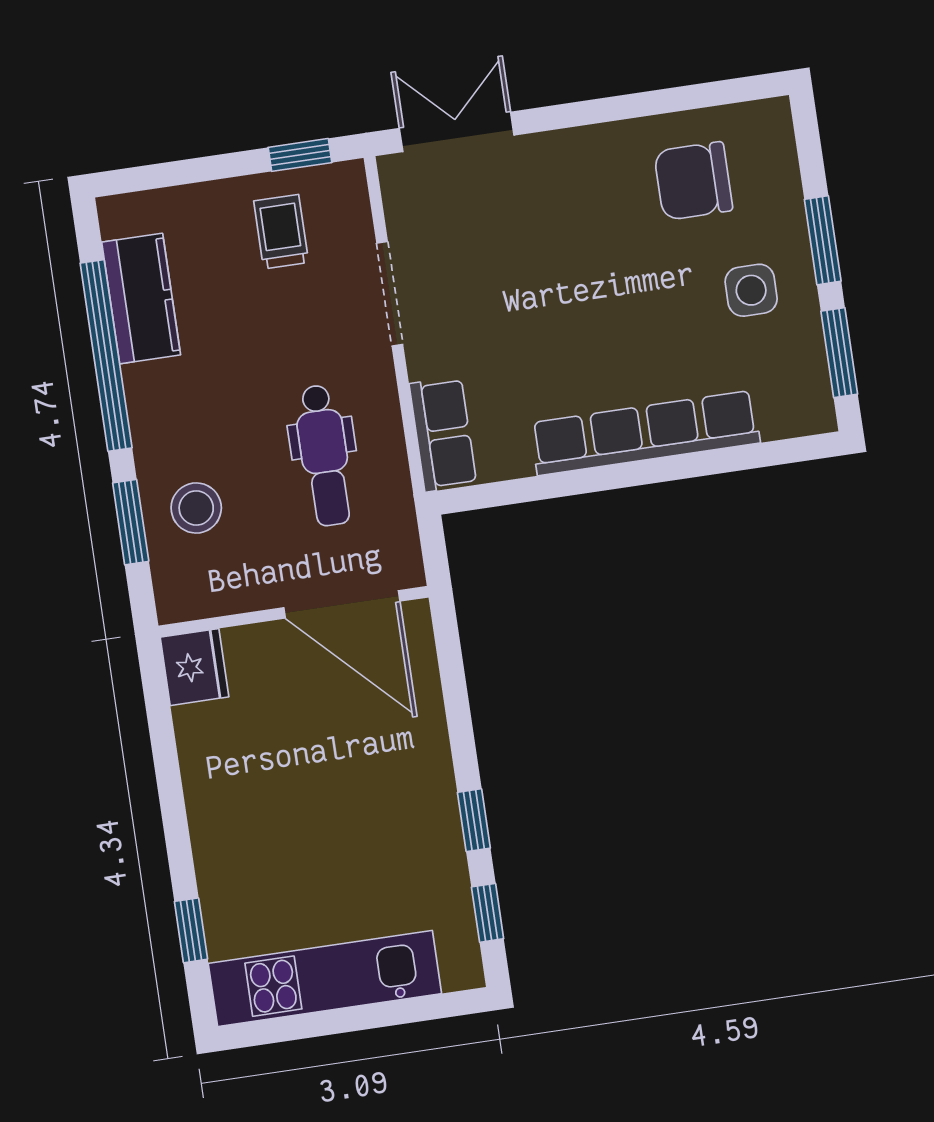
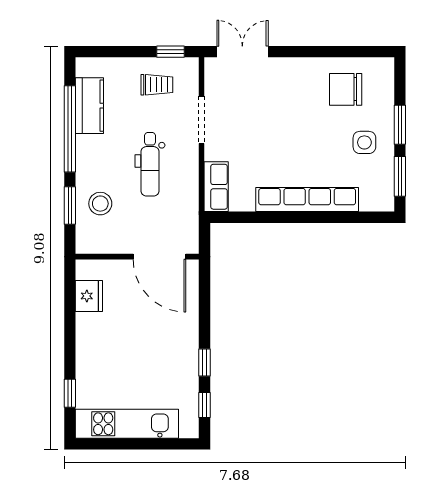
trolley: (281, 232) -> (157, 85), turned 90
dental chair: (324, 455) -> (150, 164), moved
fridge: (194, 667) -> (89, 296), moved

